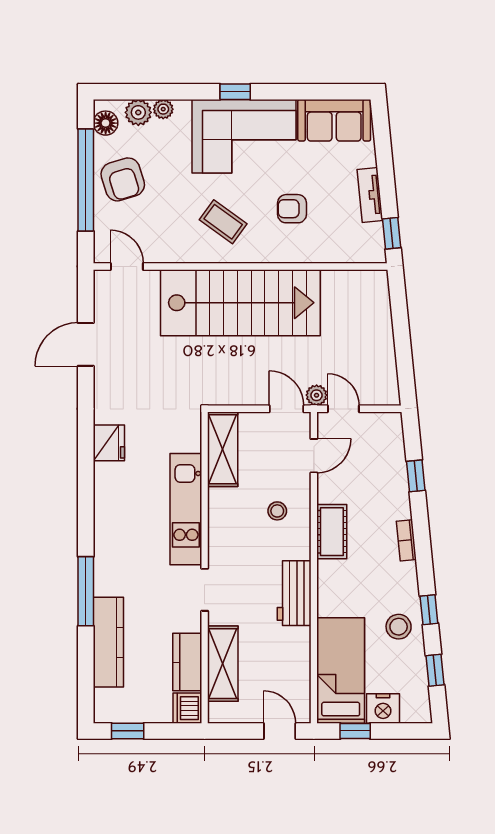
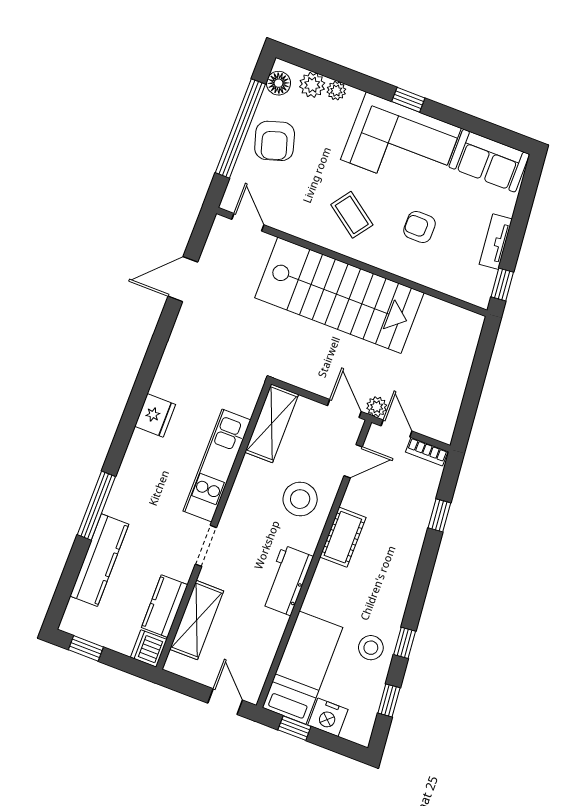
fridge: (109, 443) -> (155, 415), moved
stool: (277, 511) -> (300, 499), width x1.89, depth x1.89
bookcase: (406, 540) -> (427, 452), moved, turned -84

